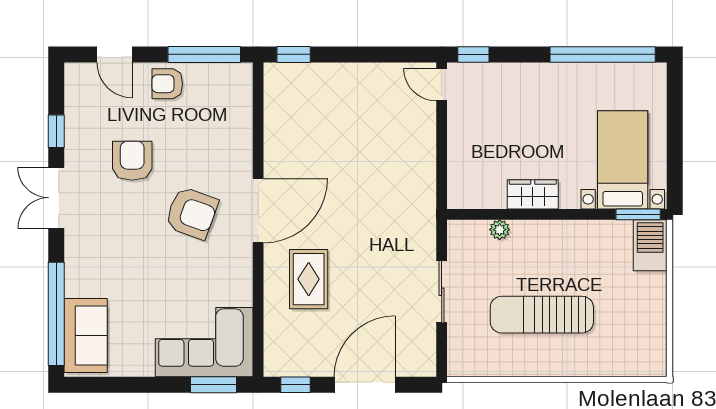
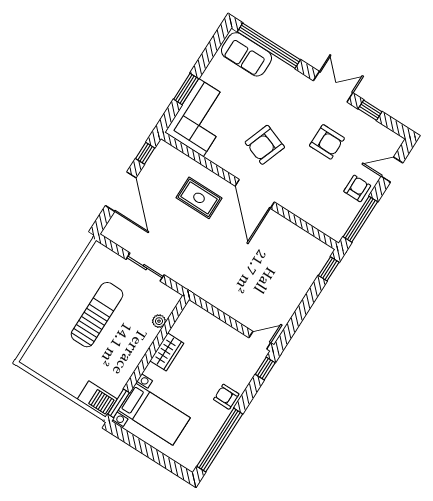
armchair: (542, 82) -> (226, 397), added
armchair: (192, 213) -> (265, 145), moved
window: (213, 385) -> (186, 89), moved

